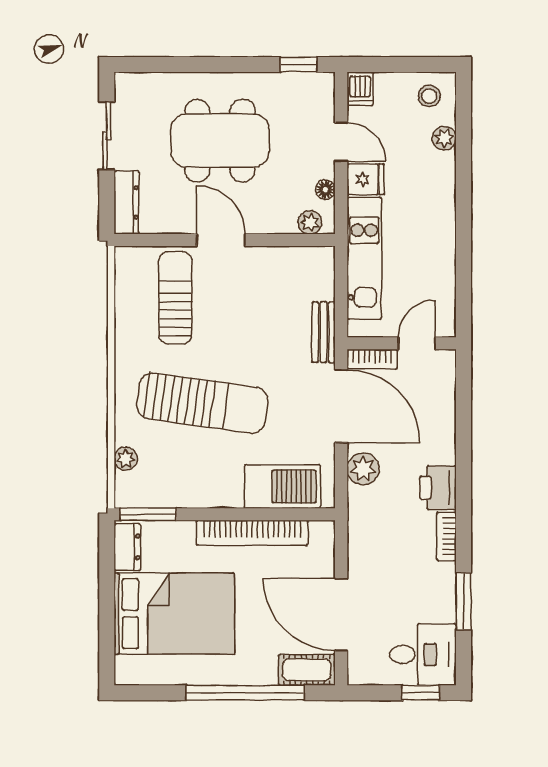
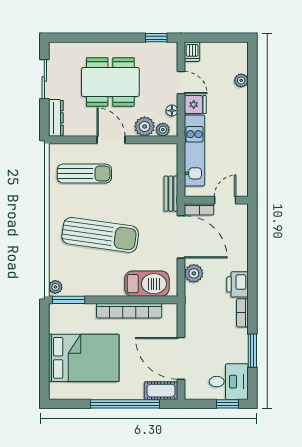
stool: (429, 96) -> (232, 56), removed
plant: (279, 217) -> (145, 126), added
sun lounger: (175, 298) -> (84, 174), turned 90
plant: (126, 459) -> (55, 287), moved
dresser: (127, 547) -> (56, 319), removed

